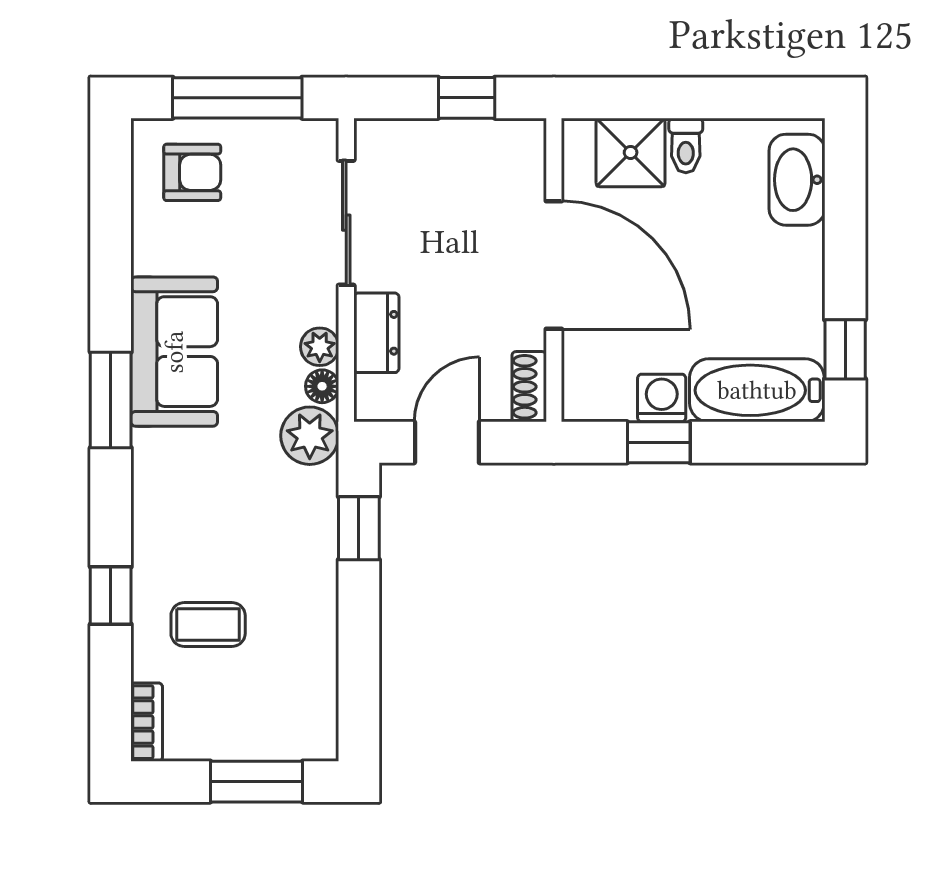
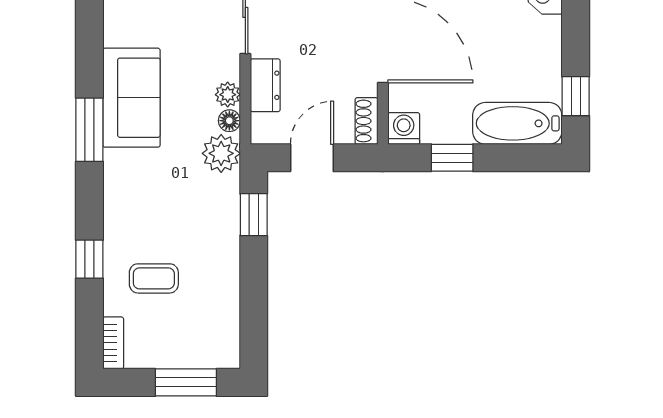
washing machine: (662, 398) -> (404, 128), moved

